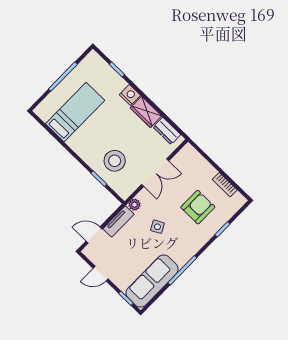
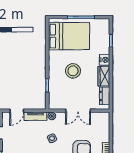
bed: (75, 112) -> (69, 36), width x1.50
stool: (115, 161) -> (73, 71), moved
door: (94, 235) -> (17, 111), swing flipped

